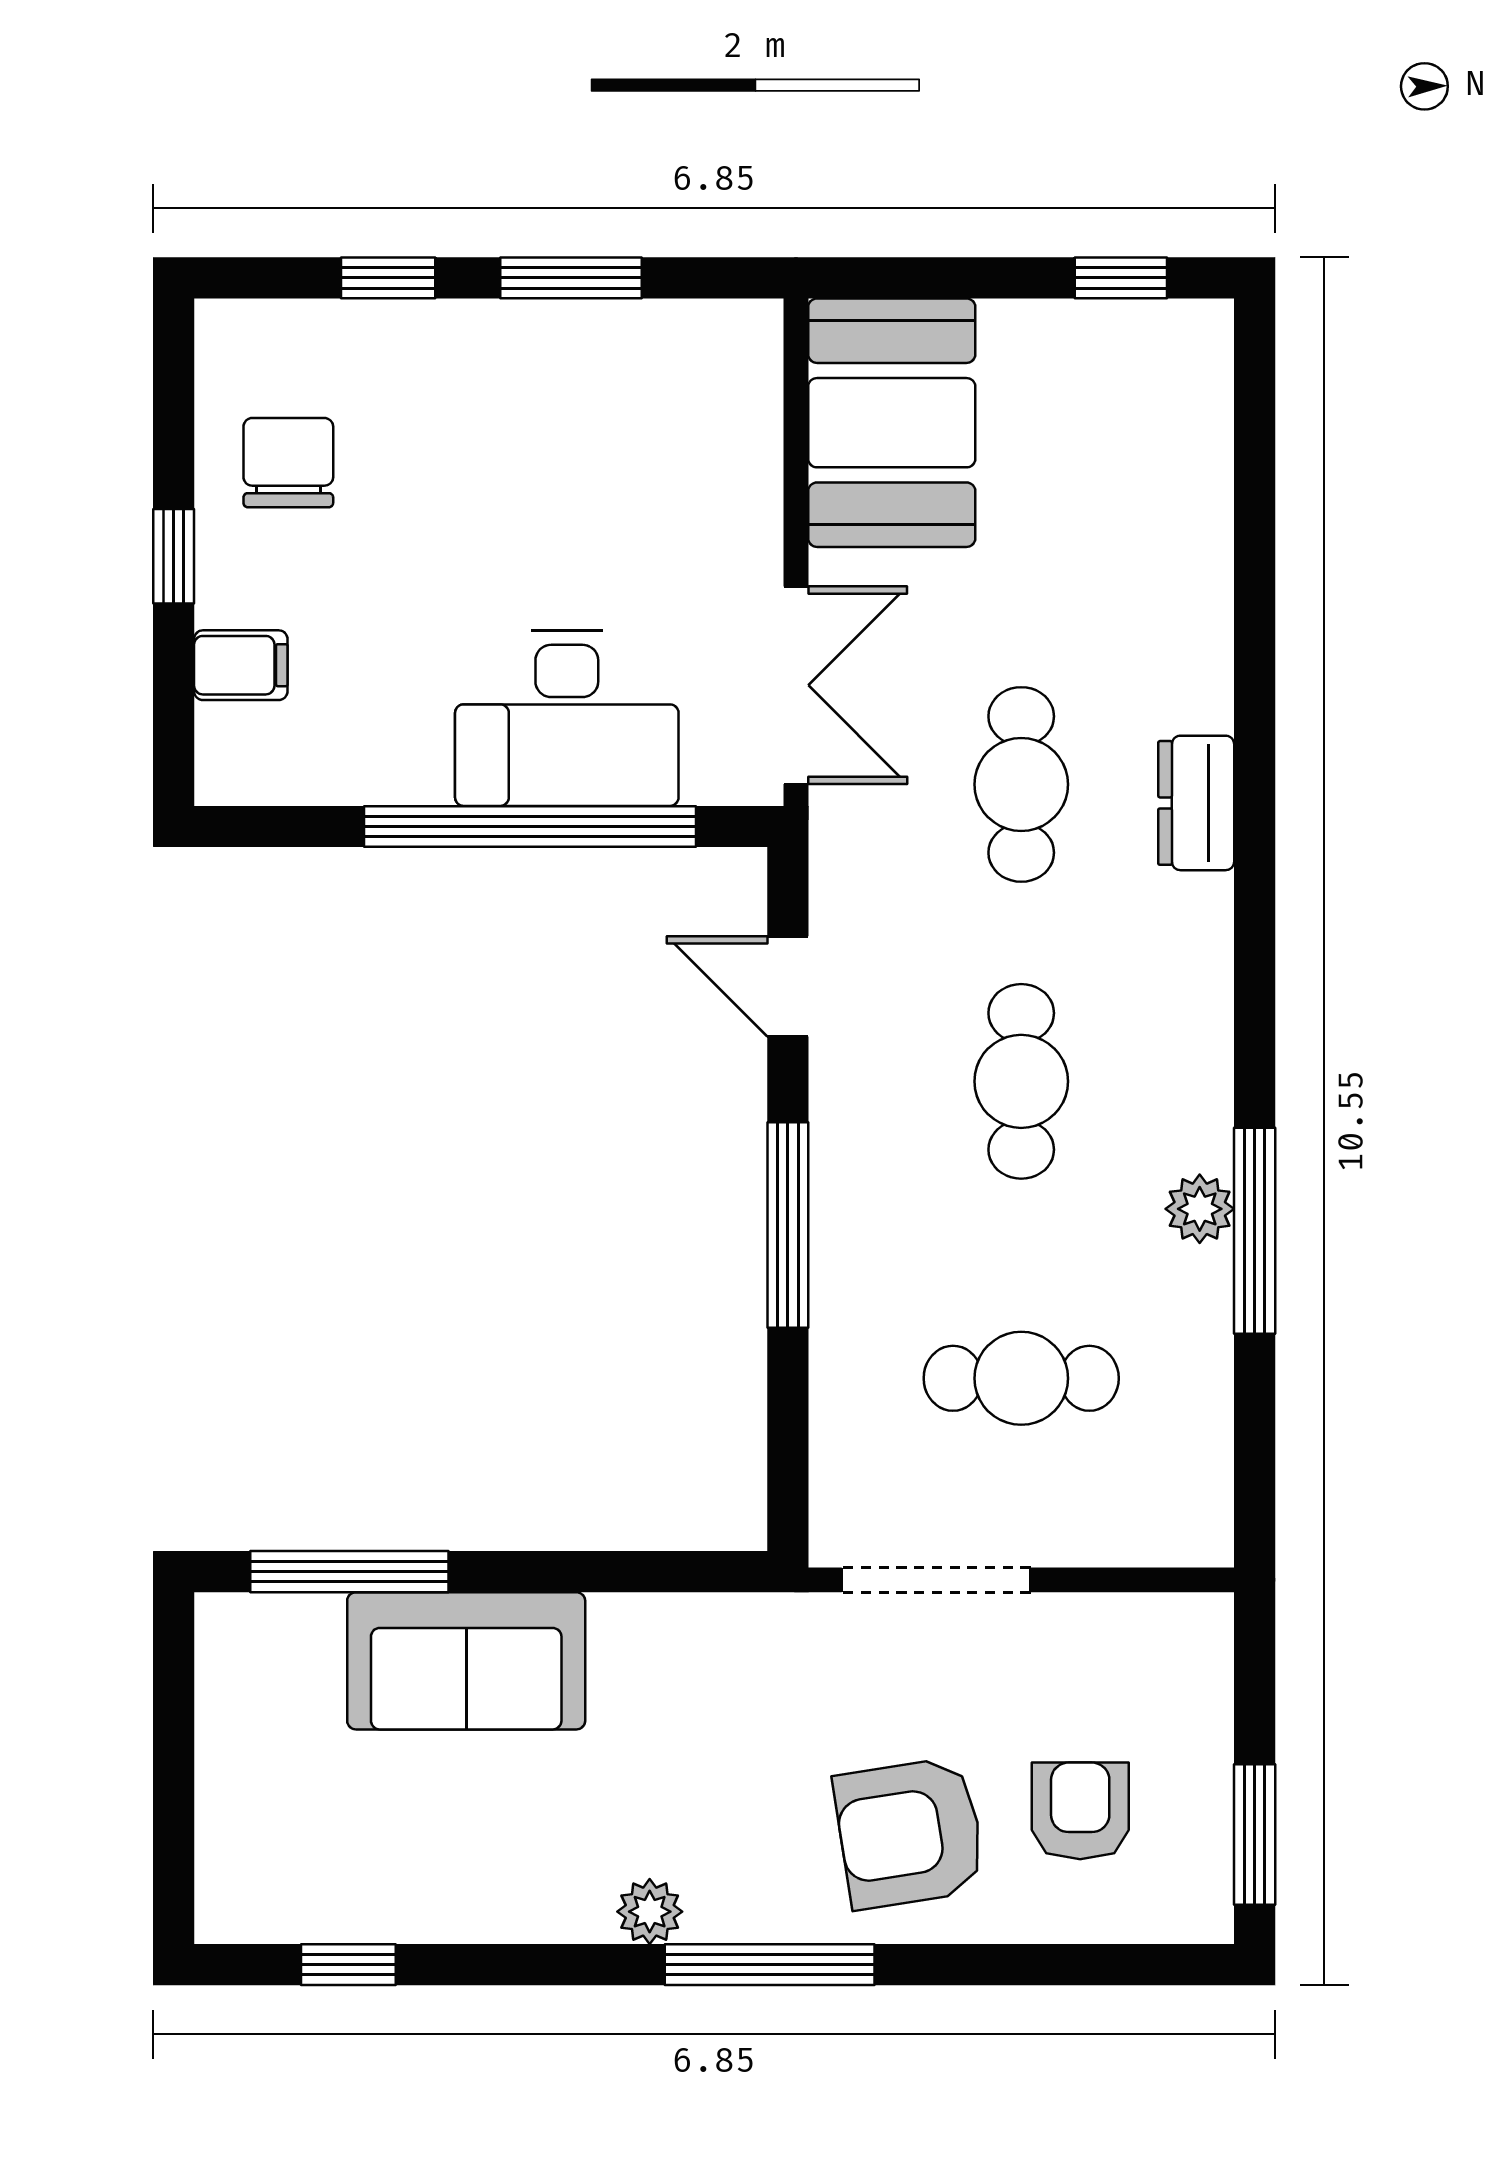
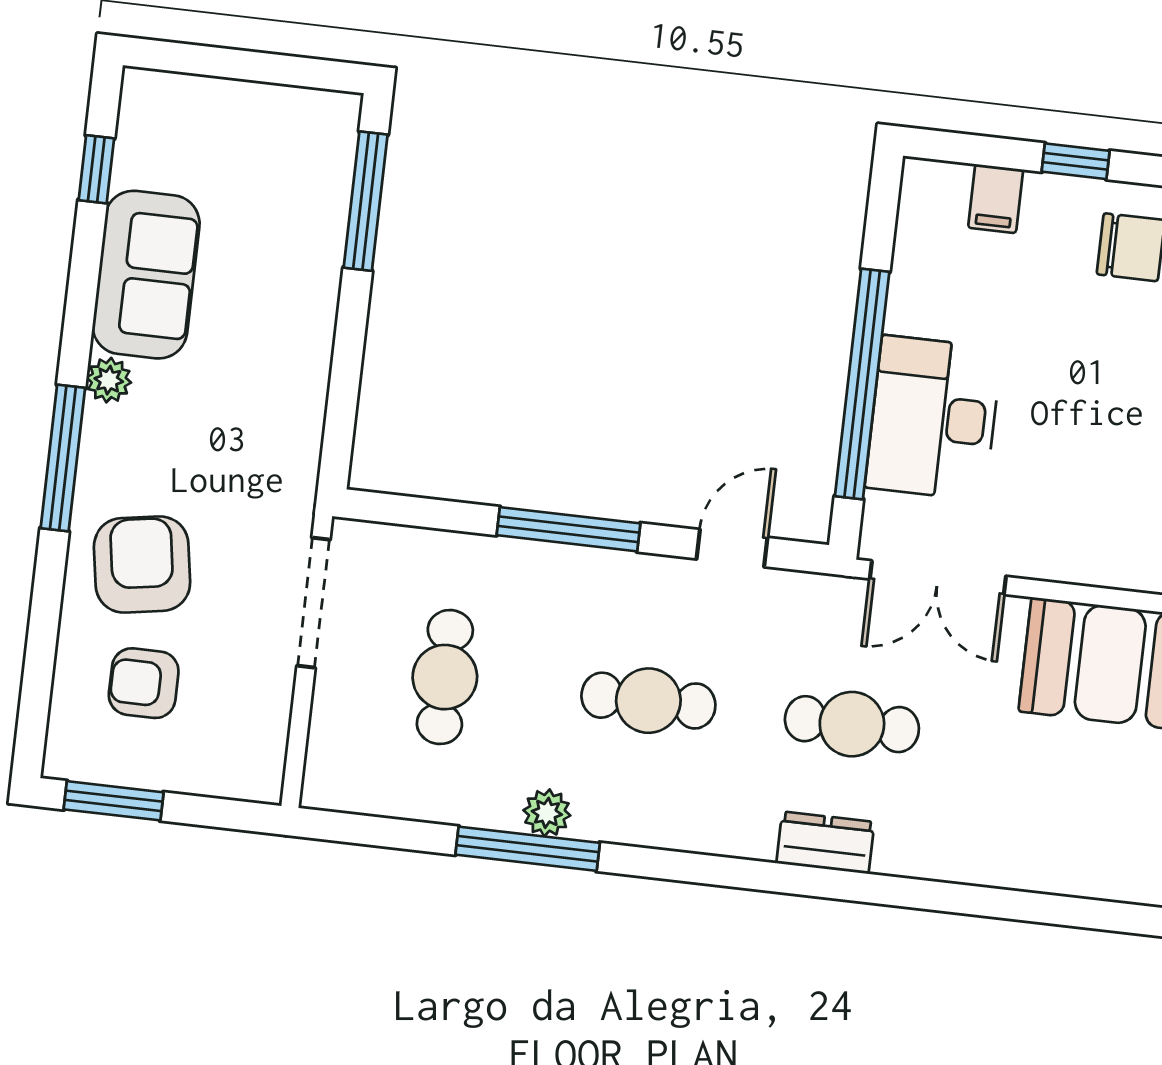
sofa: (466, 1661) -> (146, 275), moved, turned 180
armchair: (1080, 1811) -> (144, 683), turned 180

